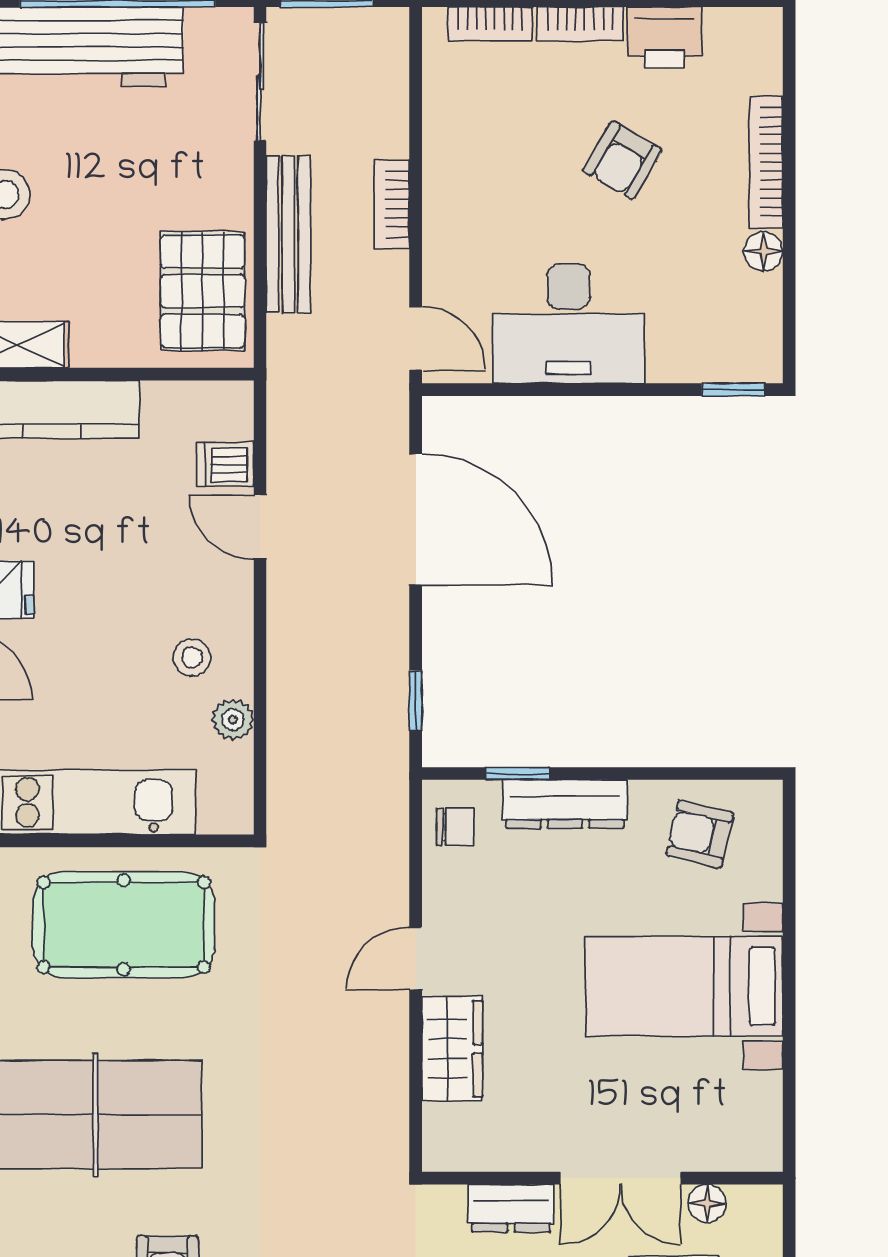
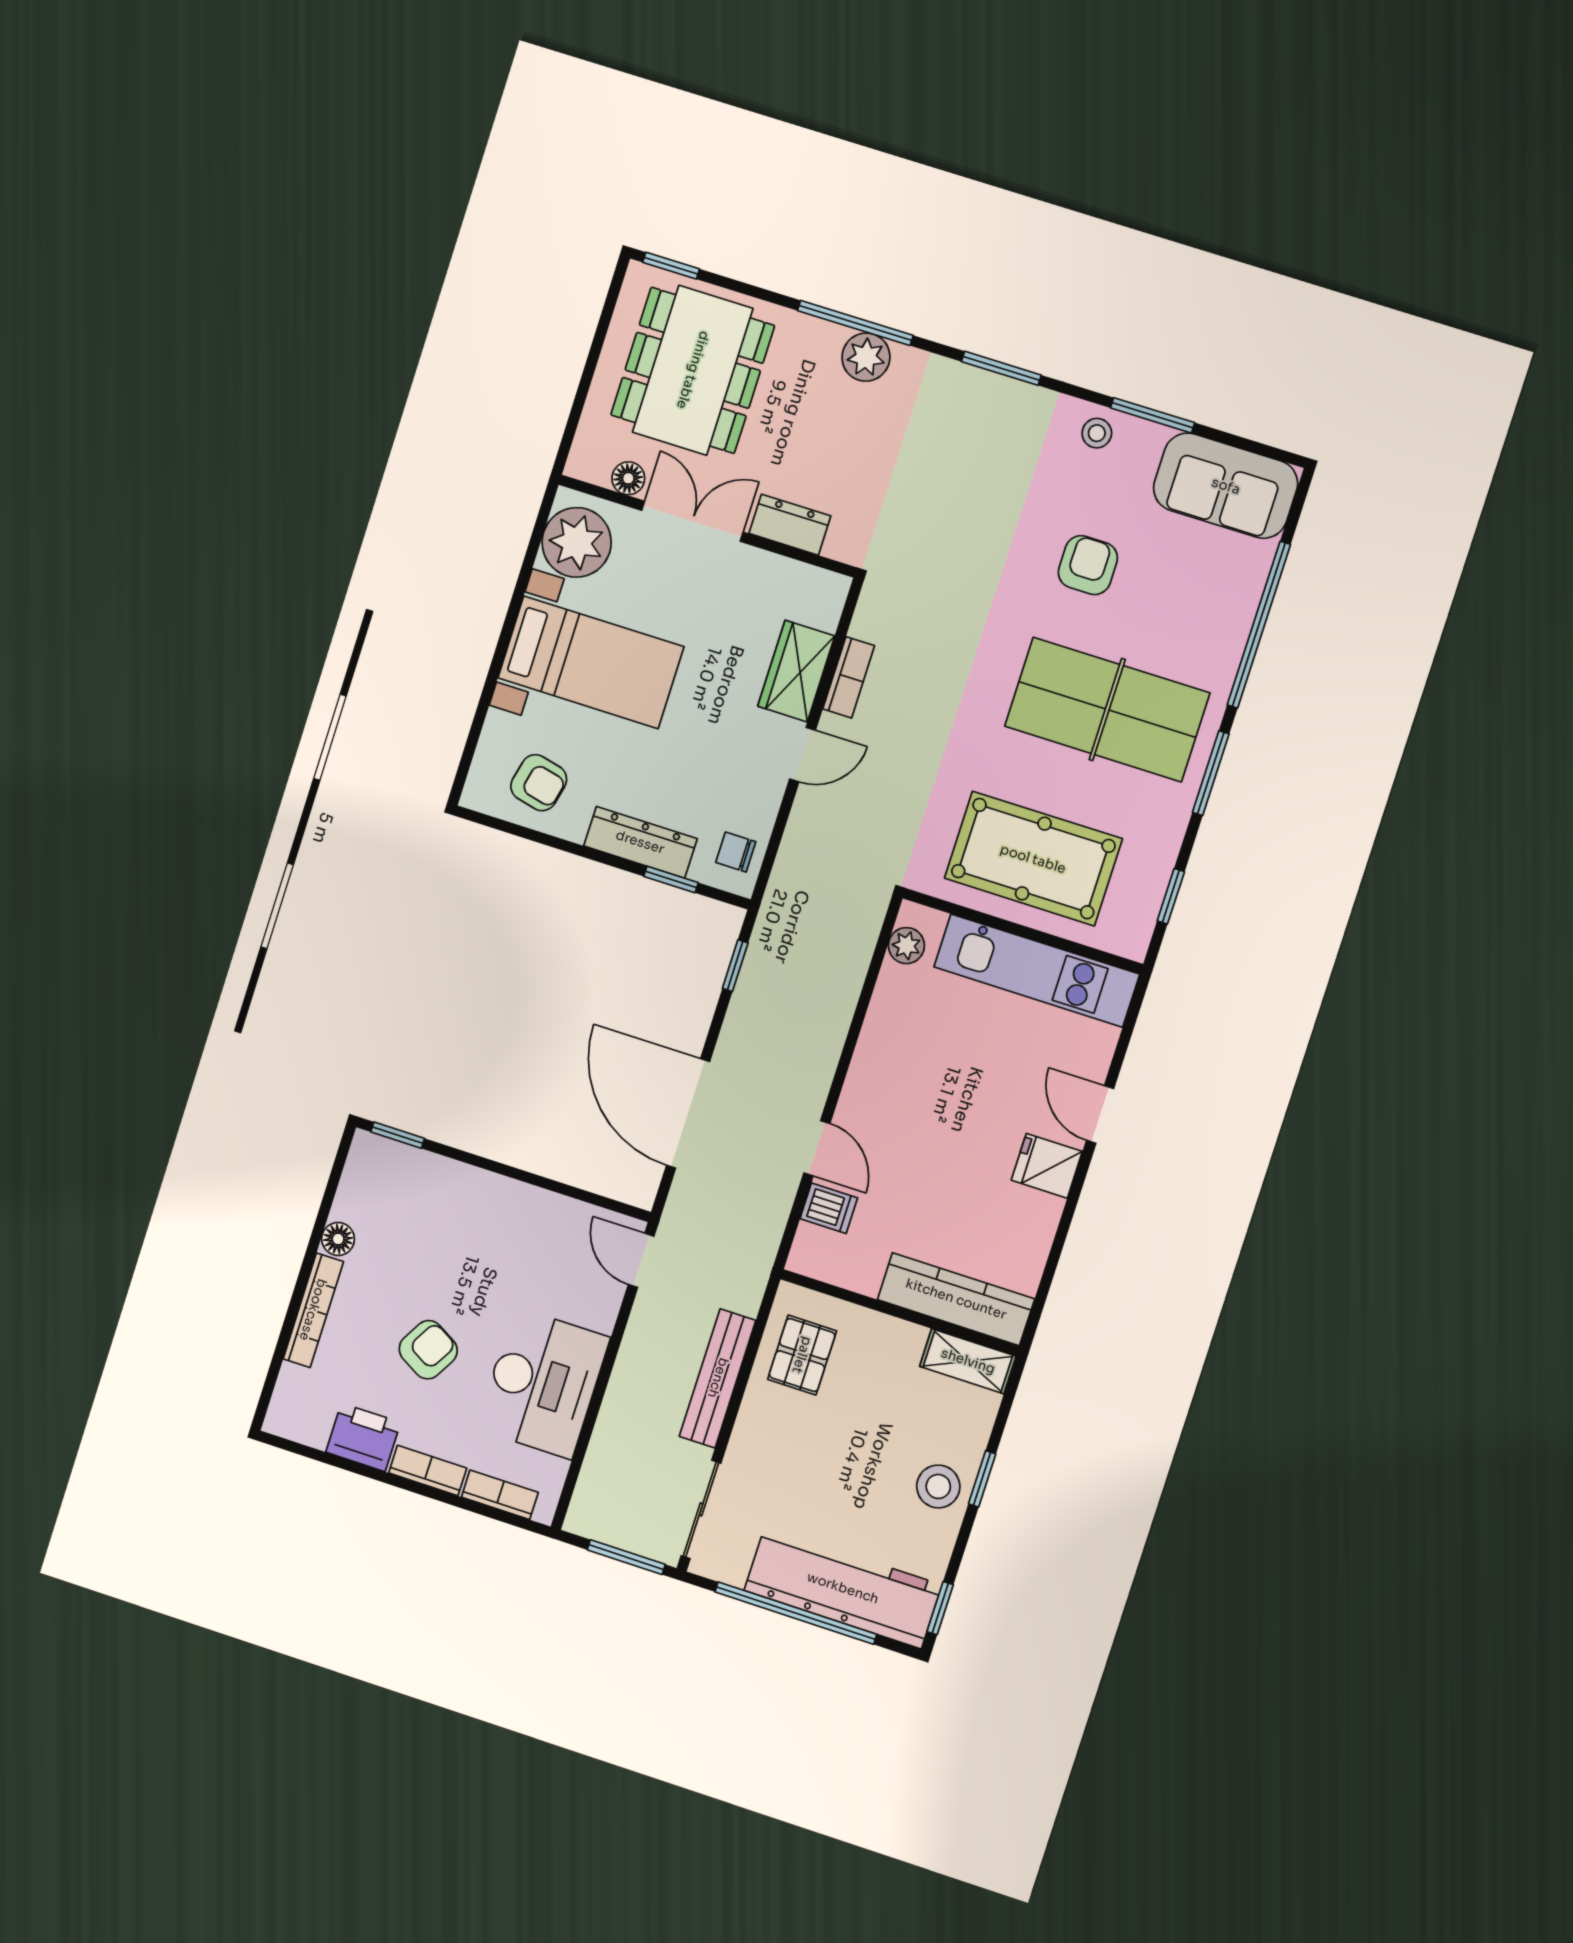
bookcase: (392, 204) -> (849, 677), moved
pallet: (203, 291) -> (802, 1355), width x0.67, depth x0.71
desk: (569, 324) -> (543, 1383), moved, turned 90
stool: (192, 657) -> (907, 1060), removed
plant: (233, 720) -> (906, 946), moved
plant: (742, 1114) -> (577, 542), added

